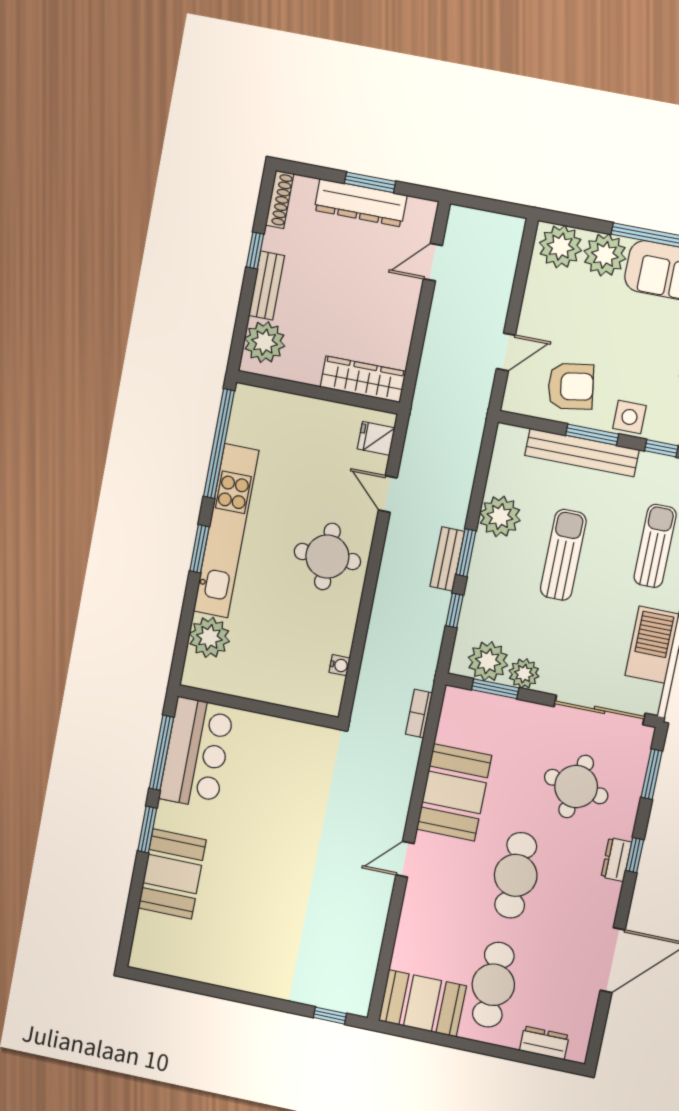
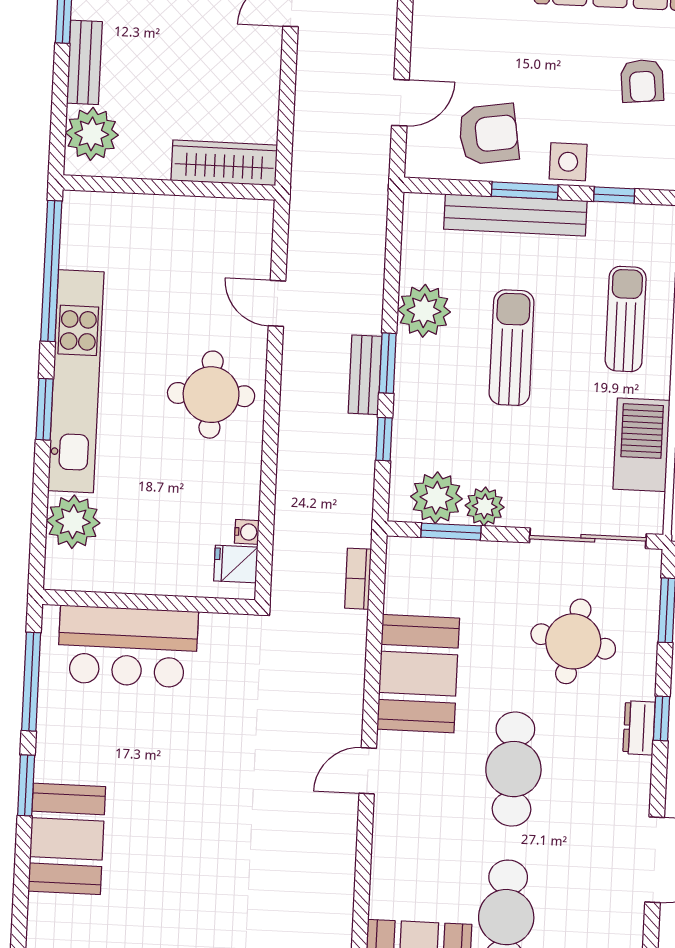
fridge: (376, 438) -> (236, 564), moved
bar counter: (196, 753) -> (128, 647), moved, turned 90

